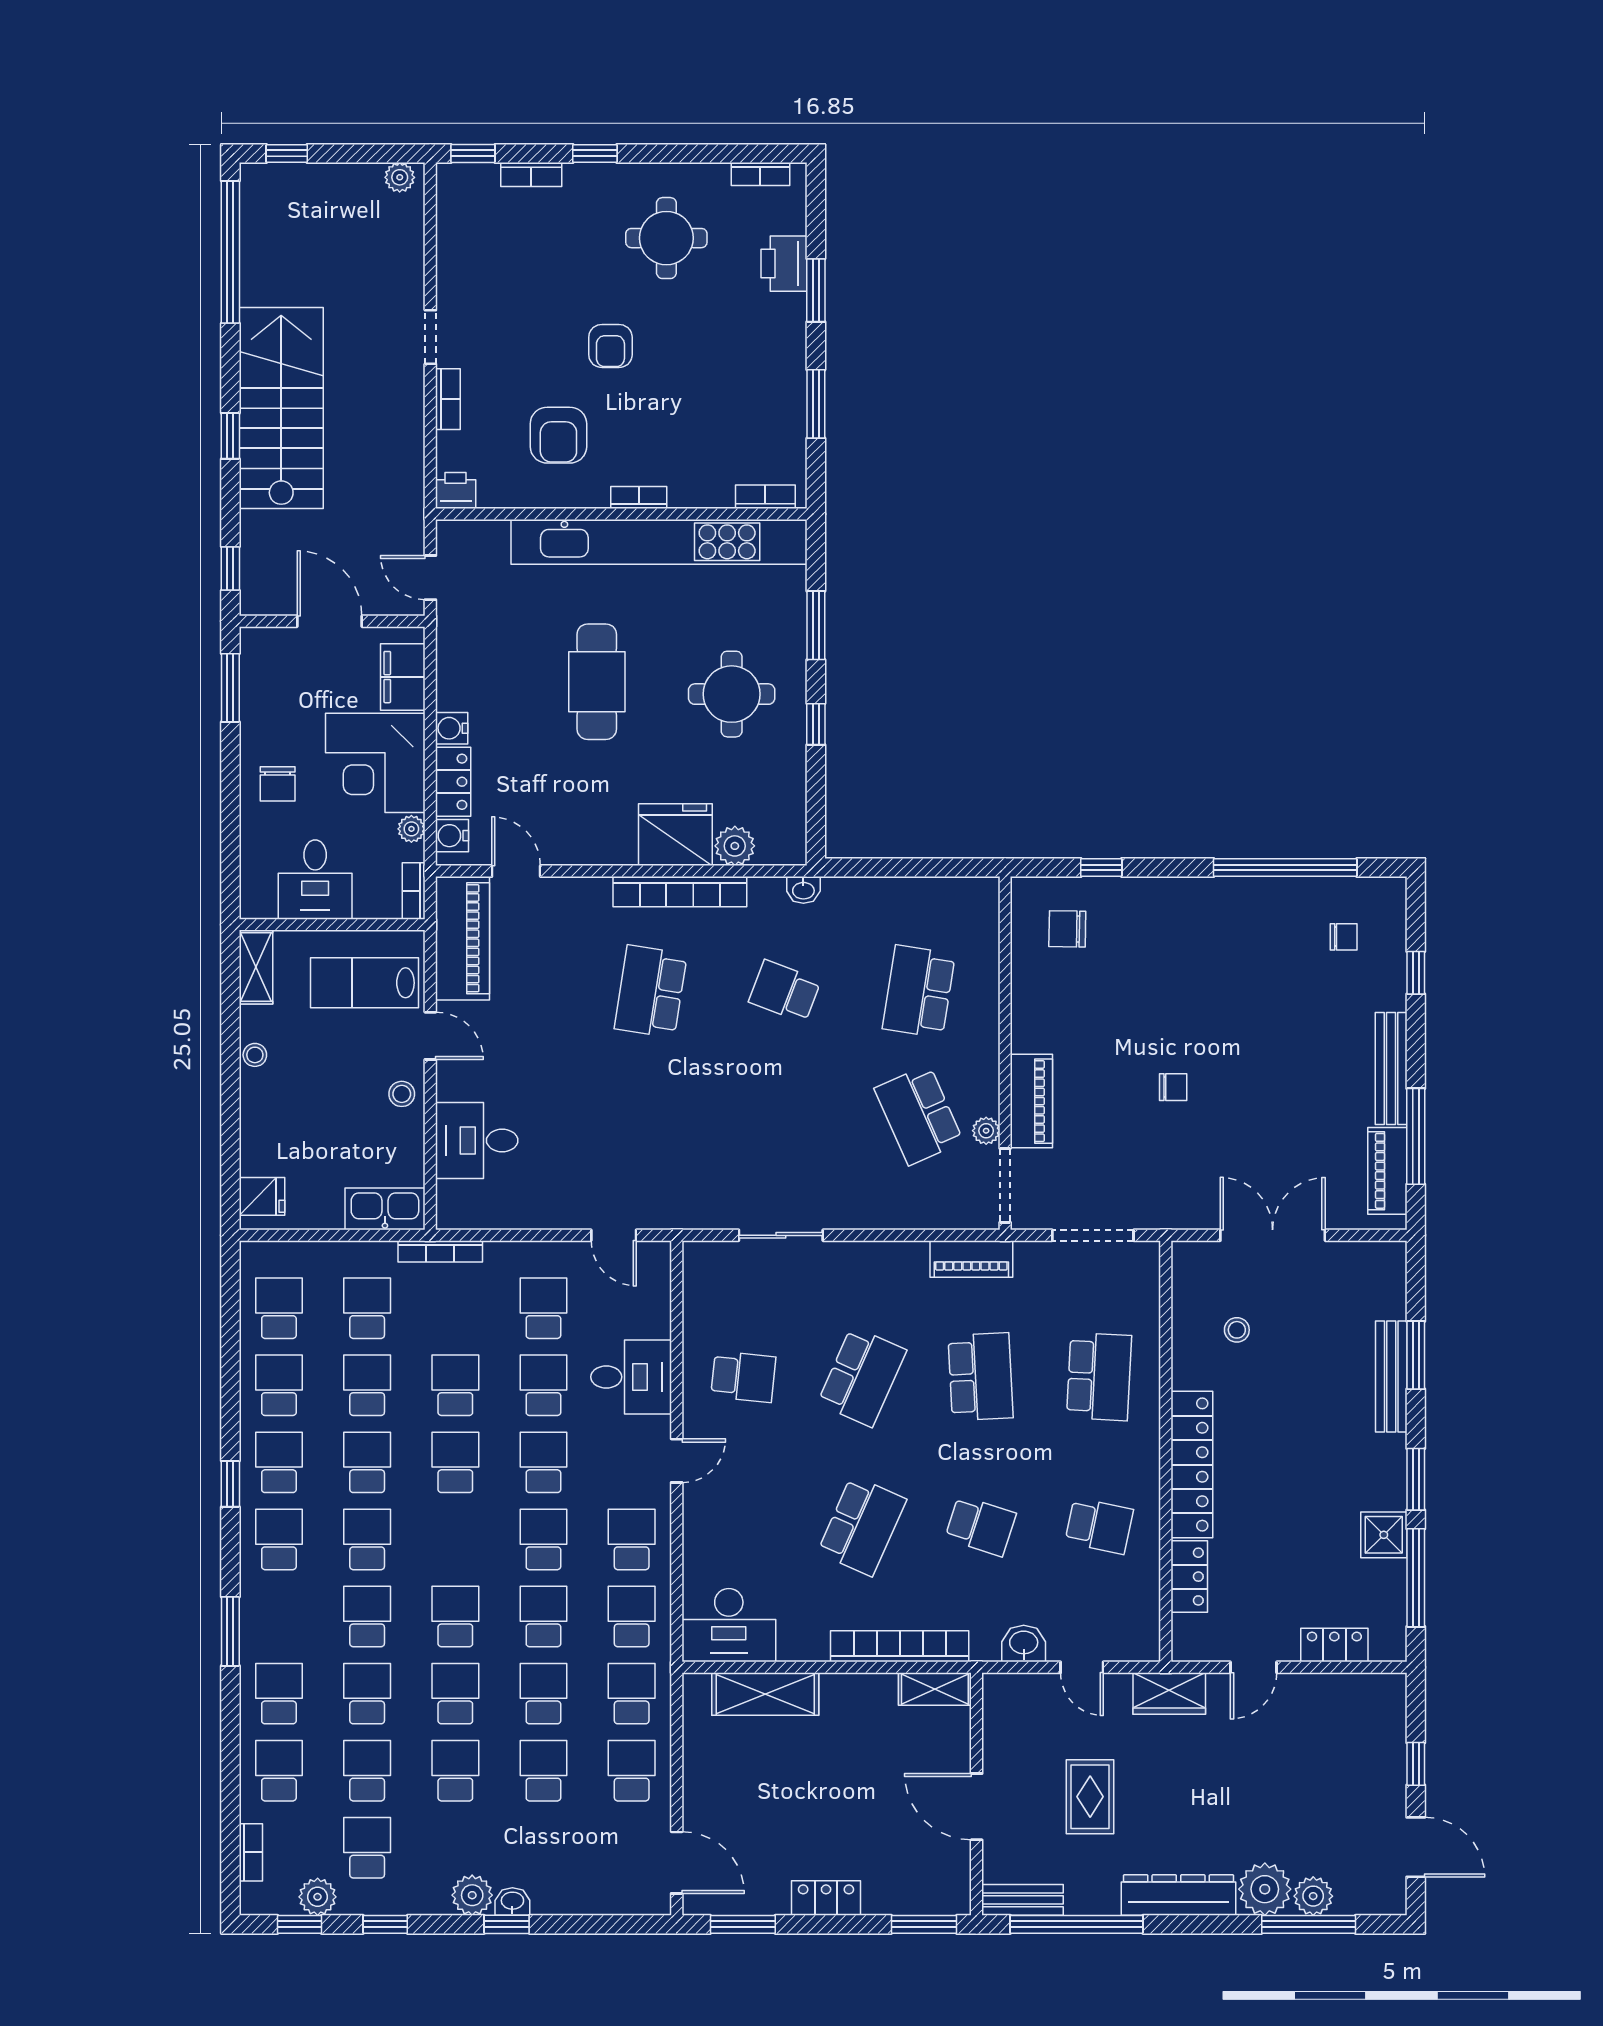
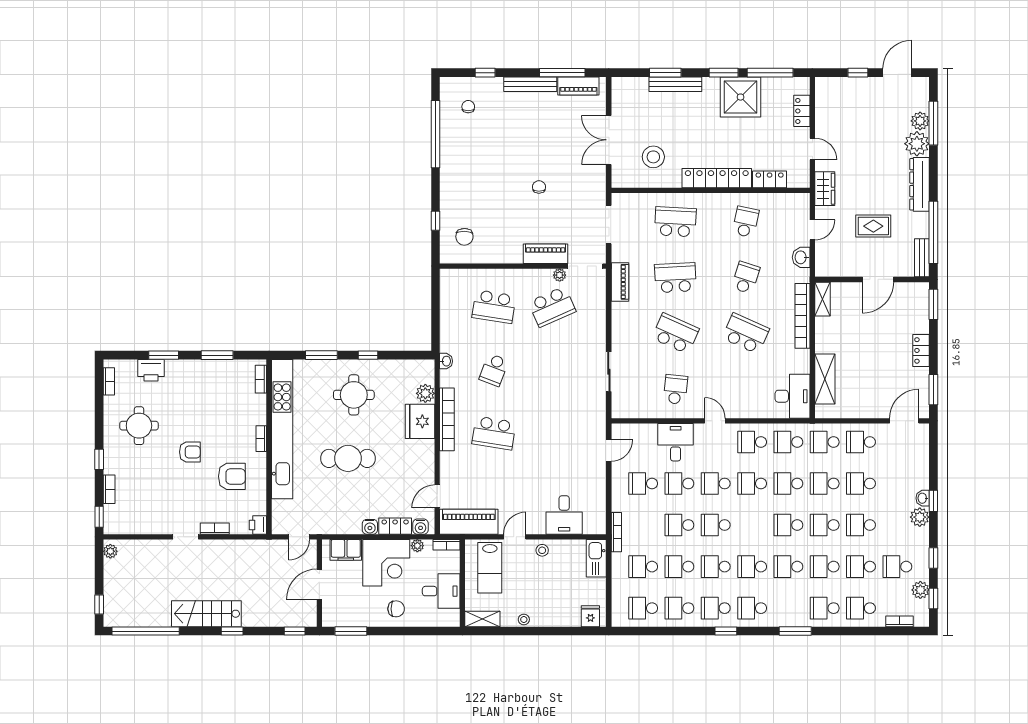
stairs: (281, 408) -> (206, 614), width x0.73, depth x0.66
stool: (1237, 1330) -> (653, 157), width x1.89, depth x1.89
shower: (1384, 1535) -> (741, 97), width x1.86, depth x1.86

